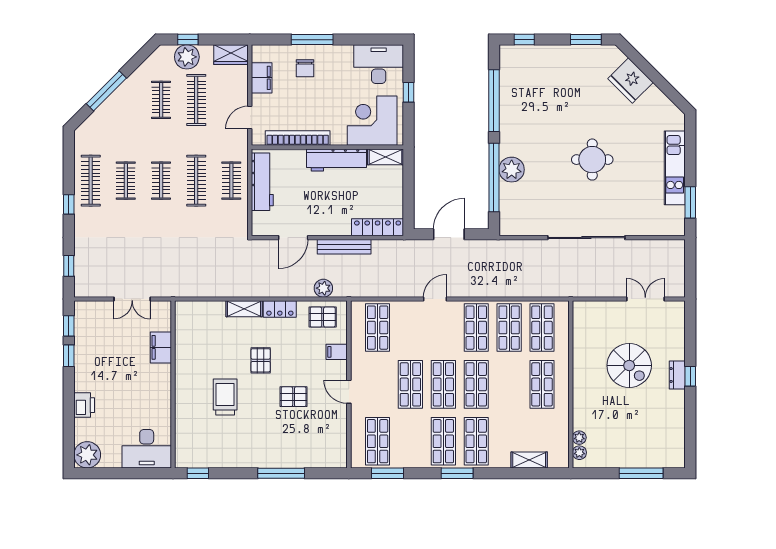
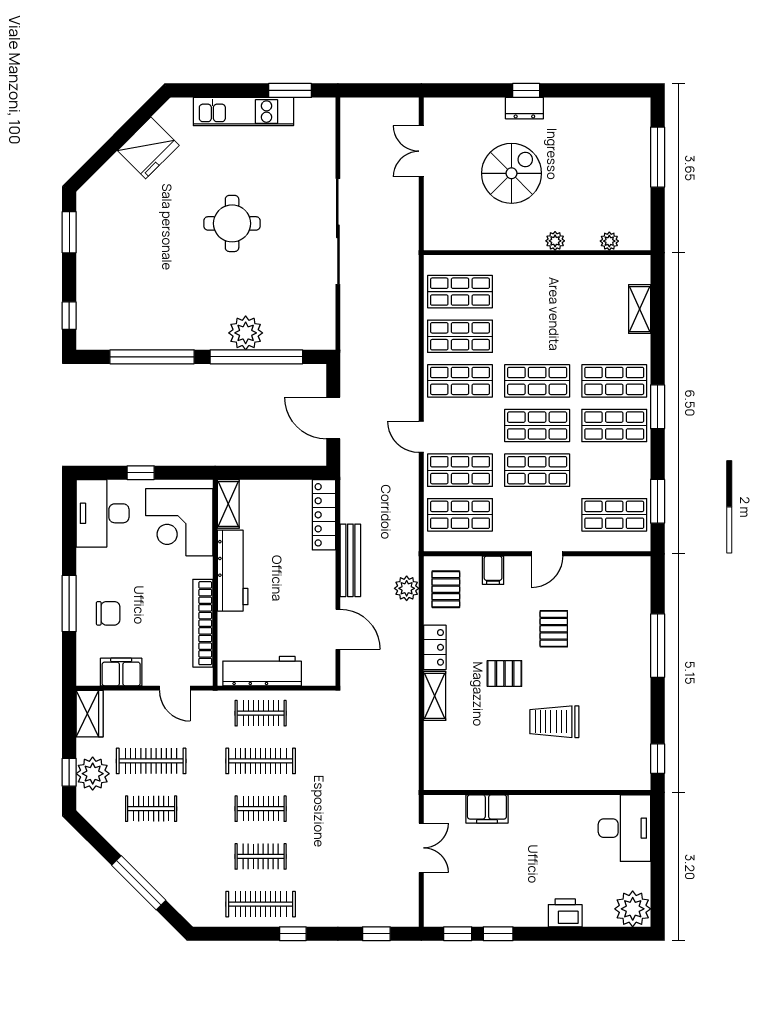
fridge: (630, 80) -> (148, 148), moved
shop shelf: (542, 384) -> (460, 470), moved
plant: (579, 453) -> (555, 241), moved

